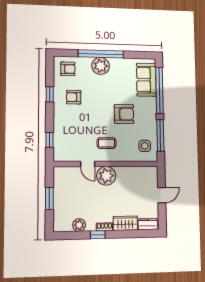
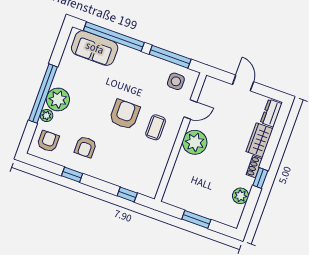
plant: (86, 62) -> (47, 115), added
armchair: (124, 114) -> (125, 114), moved
door: (88, 164) -> (190, 109), moved

